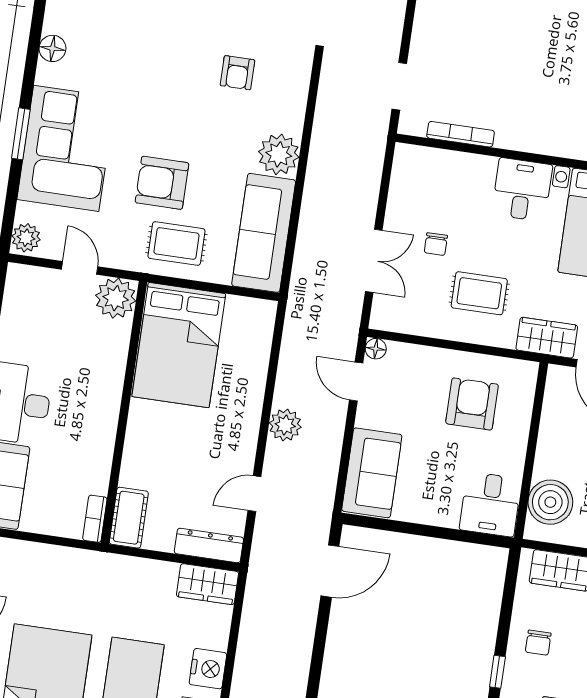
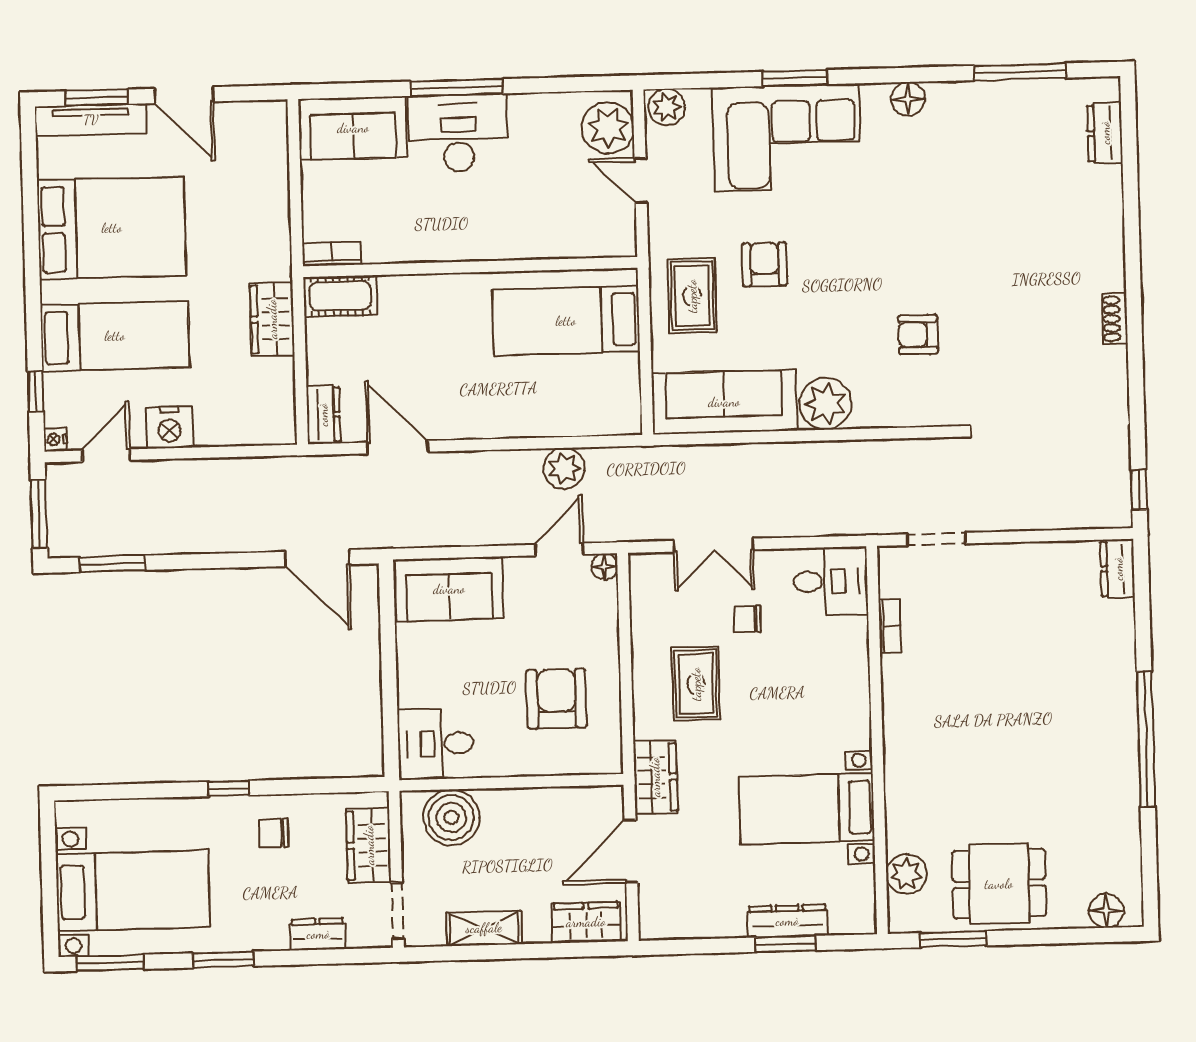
bookcase: (461, 134) -> (890, 626), width x0.64
armchair: (162, 183) -> (765, 264), width x0.72, depth x0.72
desk: (522, 190) -> (831, 581), moved
door: (80, 268) -> (641, 181), swing flipped
plant: (116, 298) -> (608, 128), moved
bed: (179, 345) -> (566, 321), width x0.67
armchair: (472, 404) -> (557, 699), turned -90
plant: (285, 425) -> (564, 468), moved
door: (254, 494) -> (398, 447), width x1.38
dresser: (209, 545) -> (323, 415), width x0.70
wardrobe: (207, 584) -> (272, 319), moved

